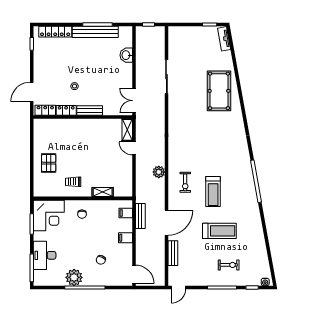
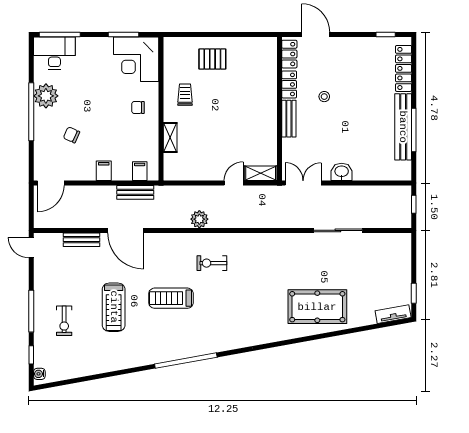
washbasin: (126, 55) -> (342, 172), moved
exercise bike: (185, 182) -> (212, 263), moved
desk: (45, 255) -> (54, 53), moved

